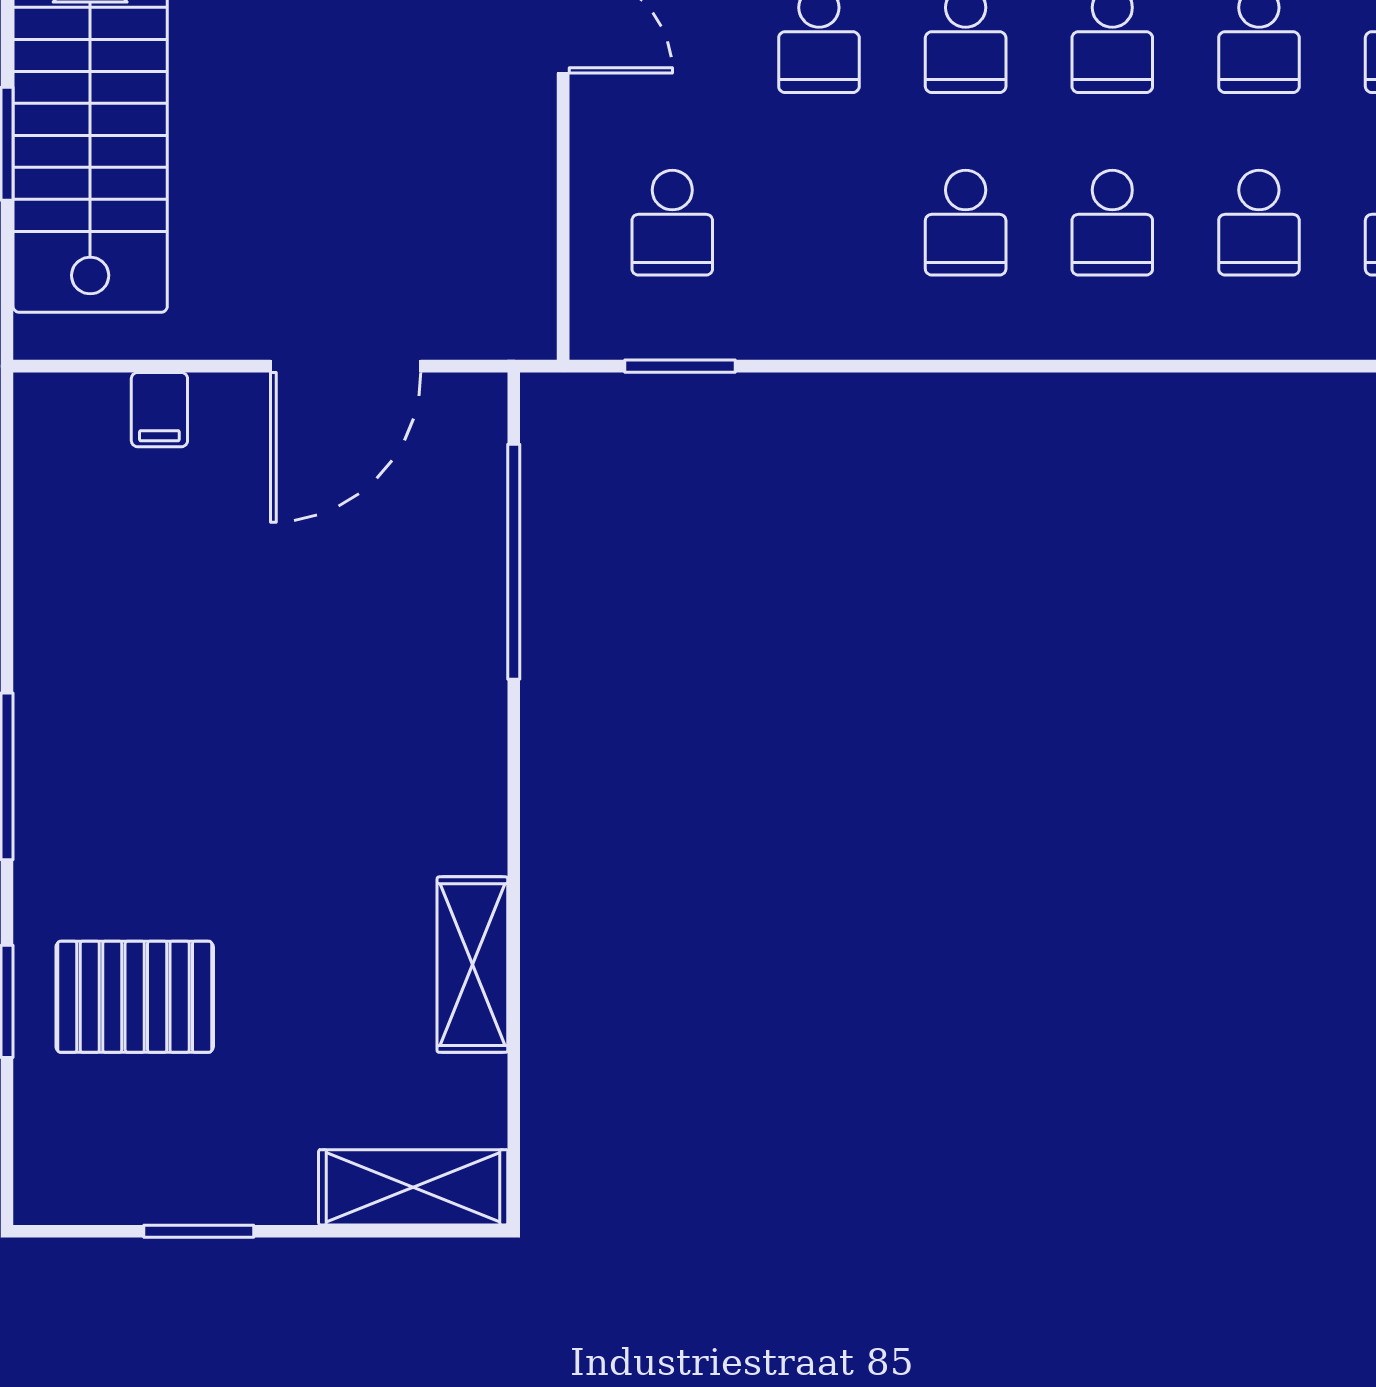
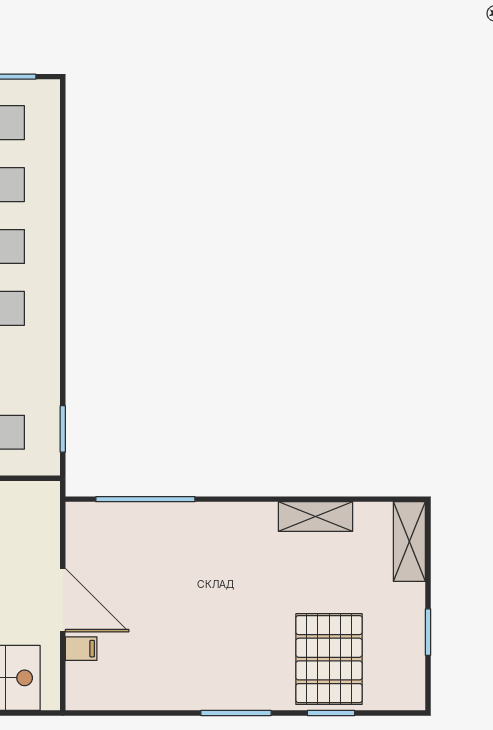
door: (346, 366) -> (63, 600), moved
pallet: (135, 997) -> (329, 659), width x1.37, depth x1.41

